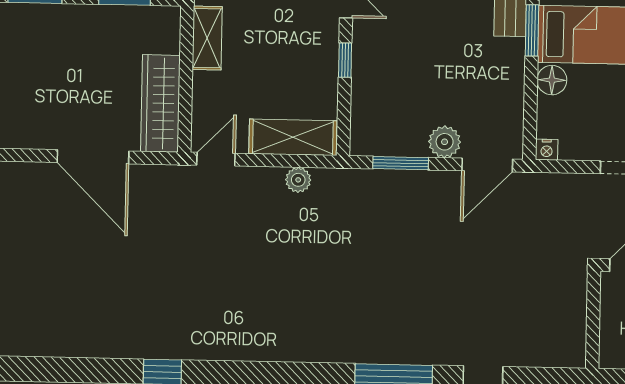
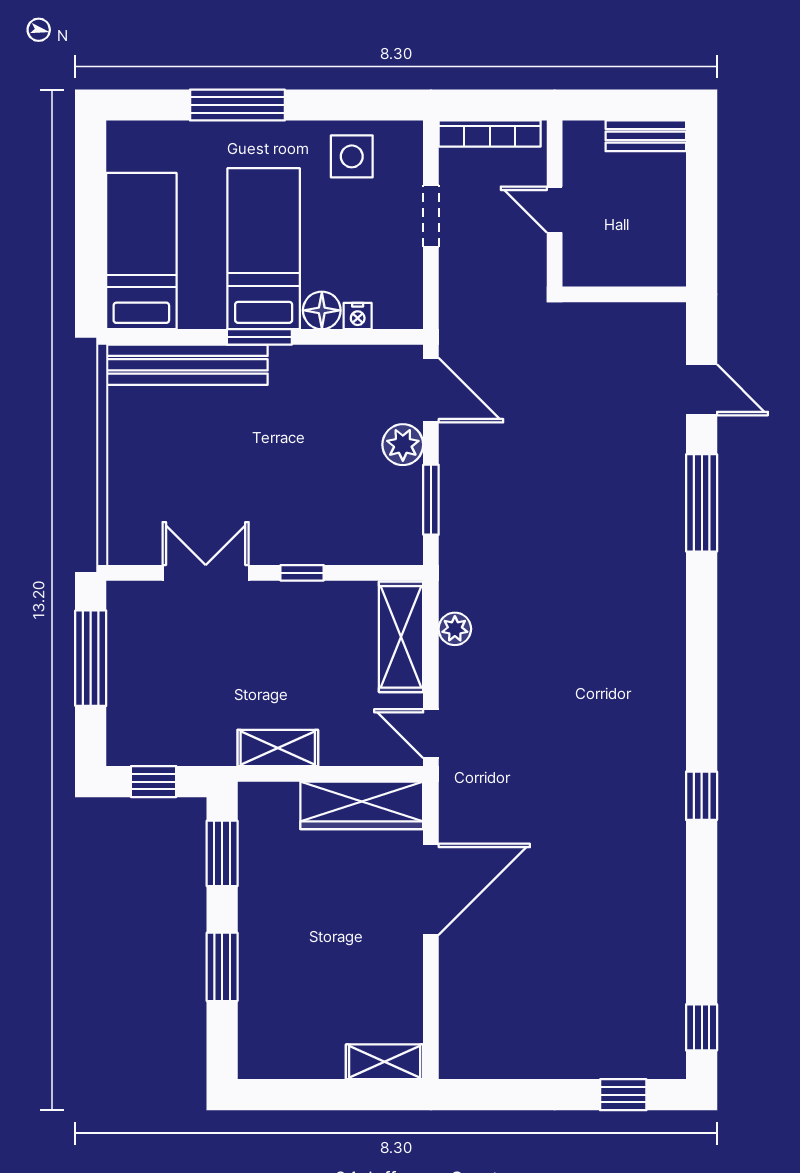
nightstand: (547, 150) -> (358, 316), moved, turned 90
wall: (593, 320) -> (624, 294), moved

